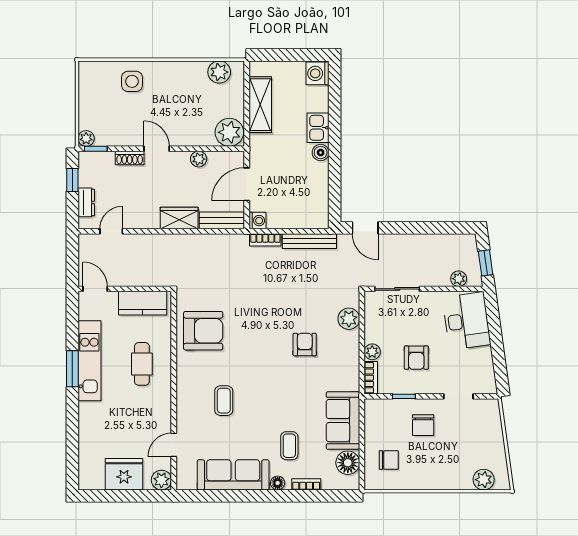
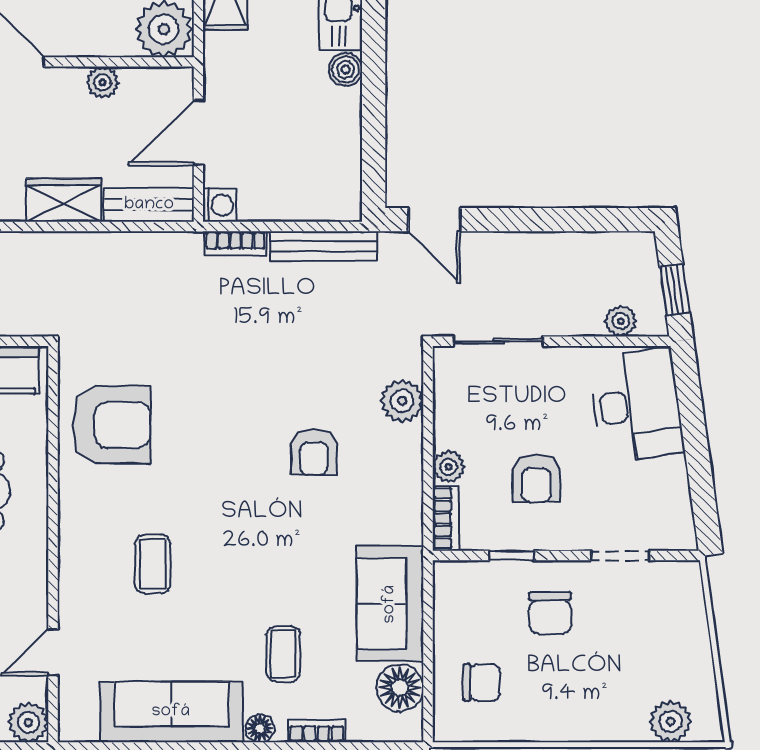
armchair: (305, 345) -> (314, 452), turned 180

